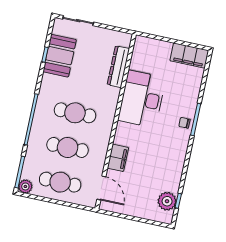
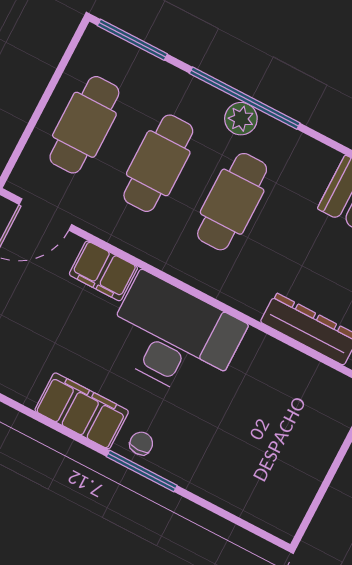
filing cabinet: (189, 56) -> (82, 411), moved, turned 90
desk: (142, 99) -> (174, 337), moved
plant: (25, 186) -> (241, 119), moved

